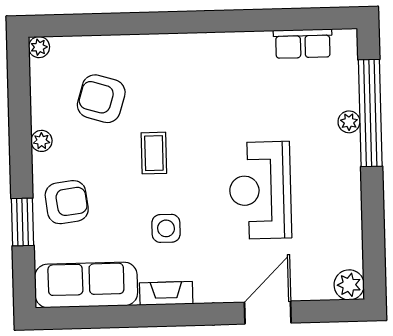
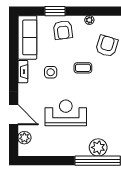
plant: (349, 122) -> (98, 147), width x1.88, depth x1.88
plant: (349, 285) -> (24, 138), moved

